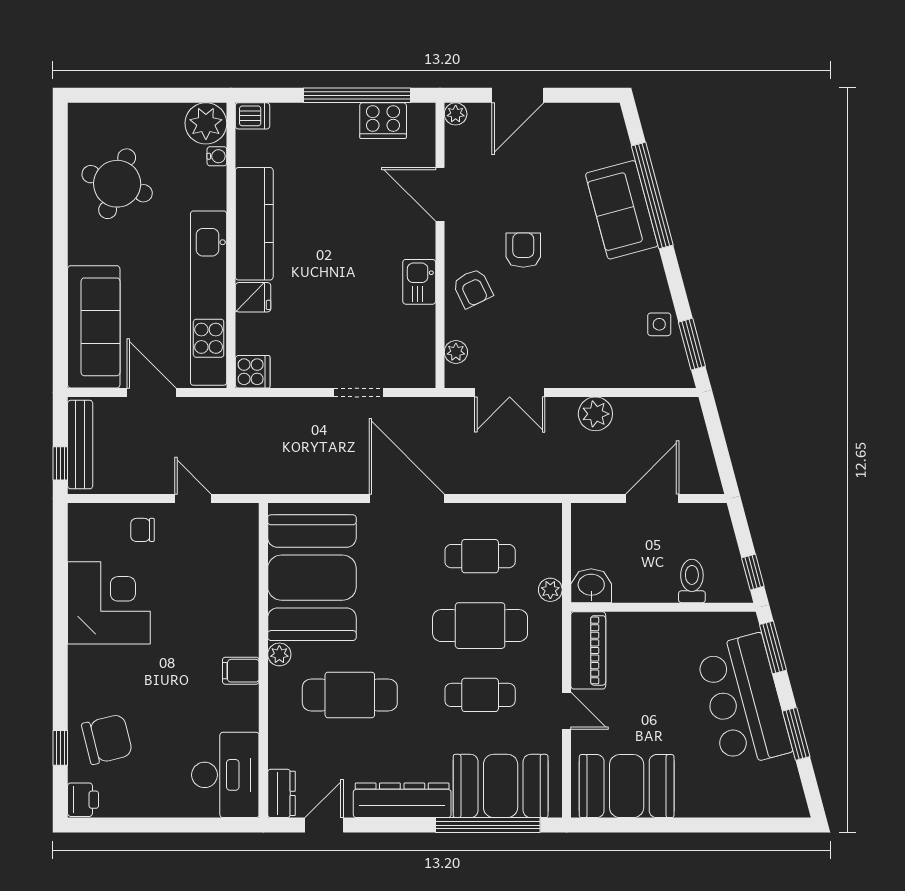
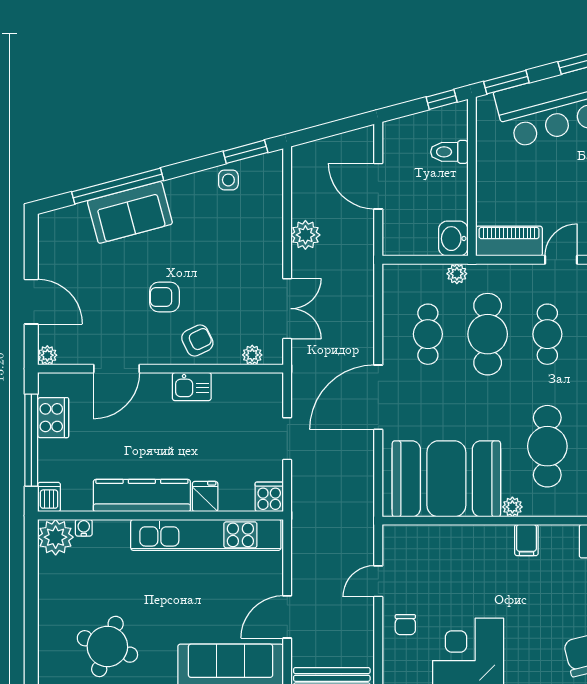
dishwasher: (253, 116) -> (49, 497), moved
plant: (206, 123) -> (56, 537), moved
water cooler: (217, 156) -> (84, 528), moved
kitchen counter: (254, 224) -> (142, 496), moved
wall: (231, 245) -> (160, 516), moved
fridge: (253, 297) -> (205, 497), moved
kitchen unit: (209, 298) -> (206, 535), moved
cooker: (253, 372) -> (269, 497), moved

